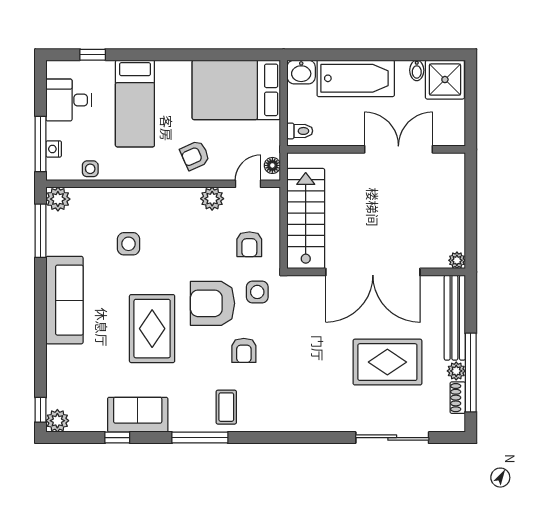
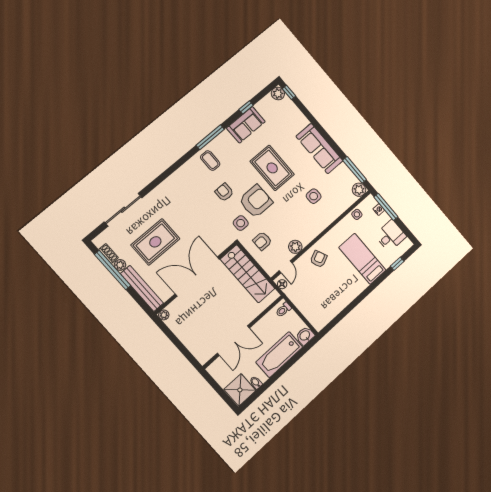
bed: (236, 90) -> (326, 303), removed
armchair: (249, 244) -> (262, 241), turned -90

